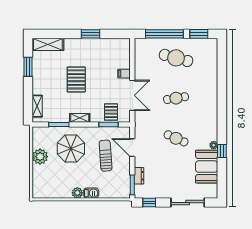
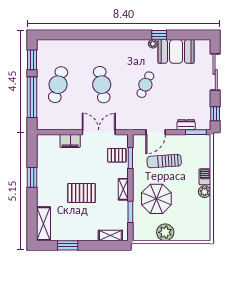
filing cabinet: (124, 74) -> (70, 141), width x2.00
cafe table: (176, 98) -> (102, 85), width x1.37, depth x1.35

